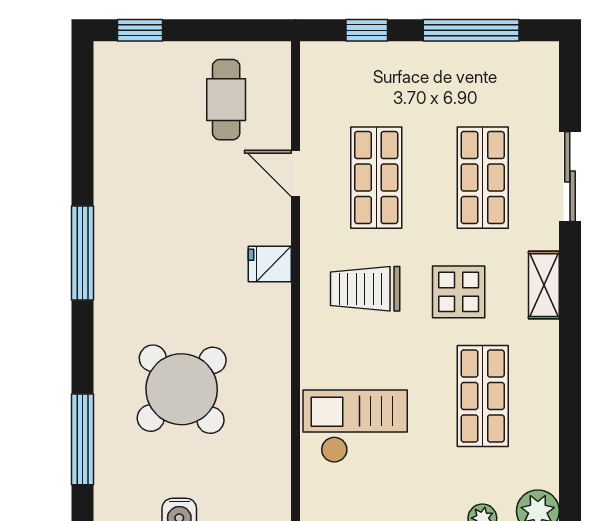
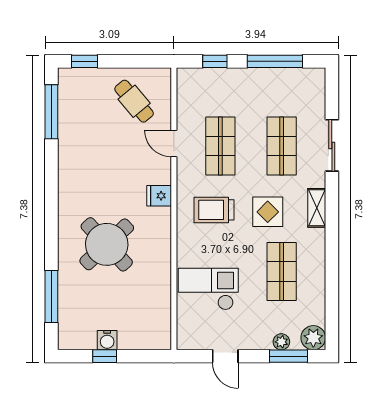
cafe table: (226, 100) -> (134, 101), turned -40
window: (82, 253) -> (51, 112), moved
round table: (182, 389) -> (107, 244), moved

